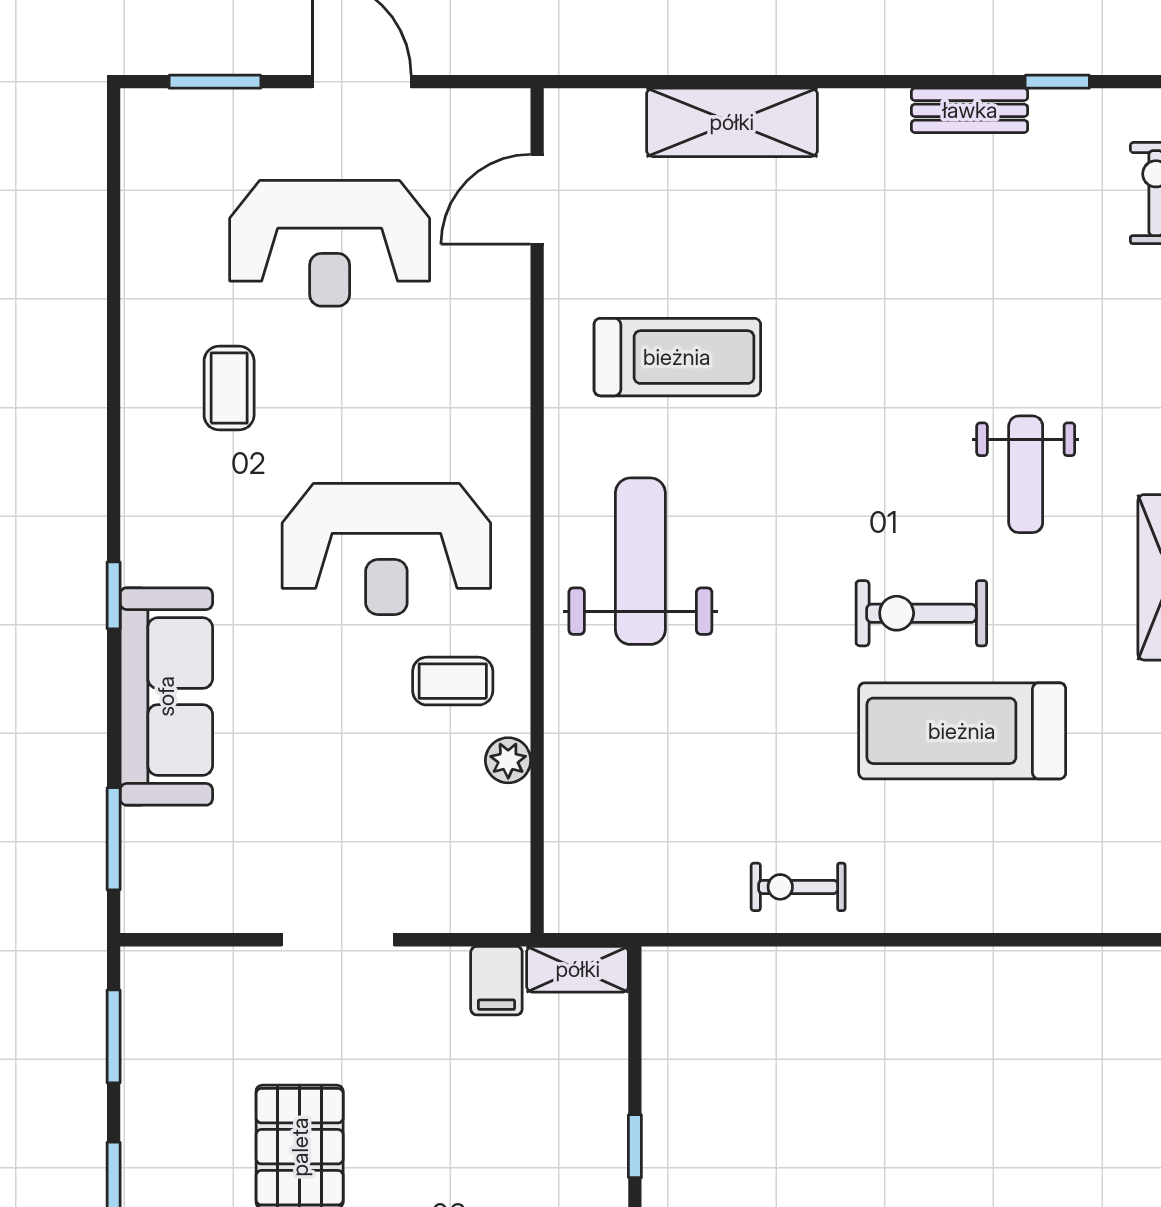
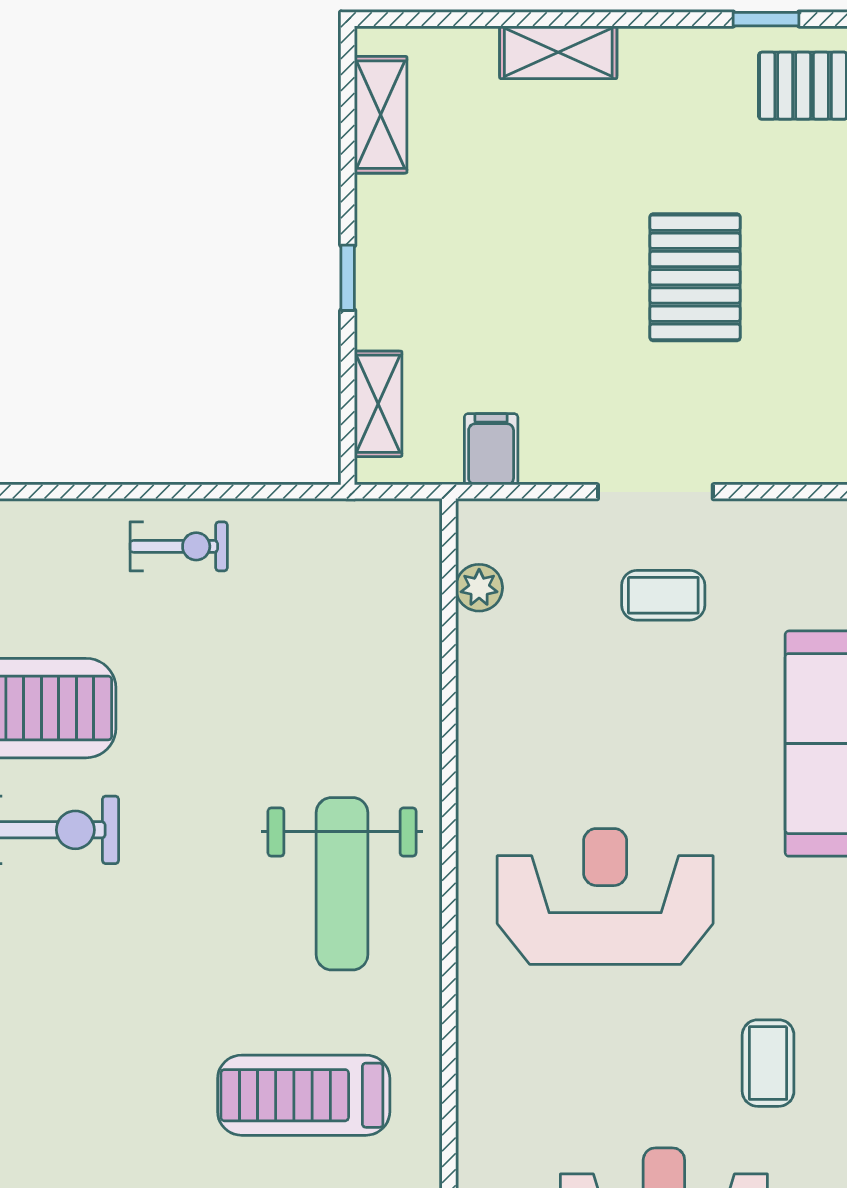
coffee table: (453, 681) -> (663, 595), moved
plant: (508, 760) -> (479, 588), moved
shelving: (578, 969) -> (378, 404), moved, turned 90

